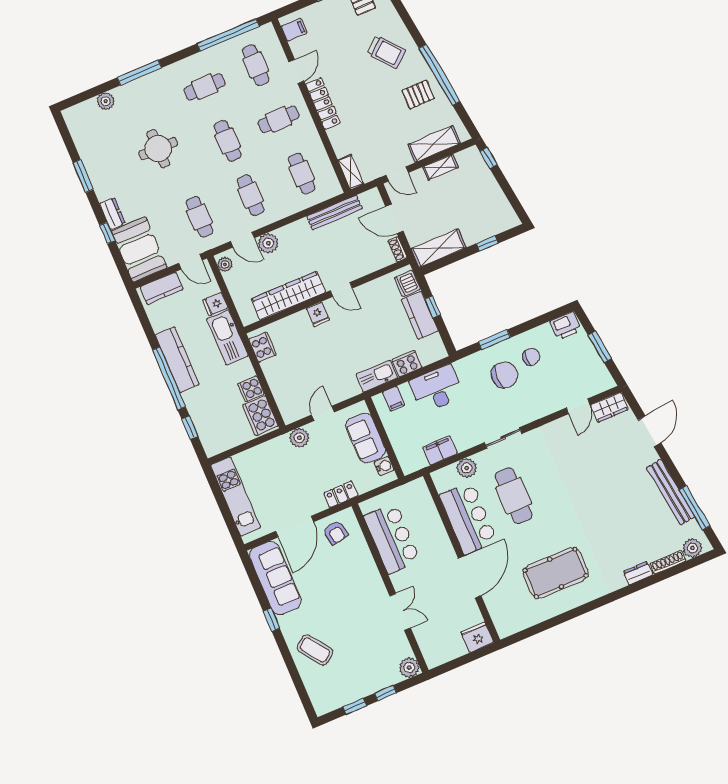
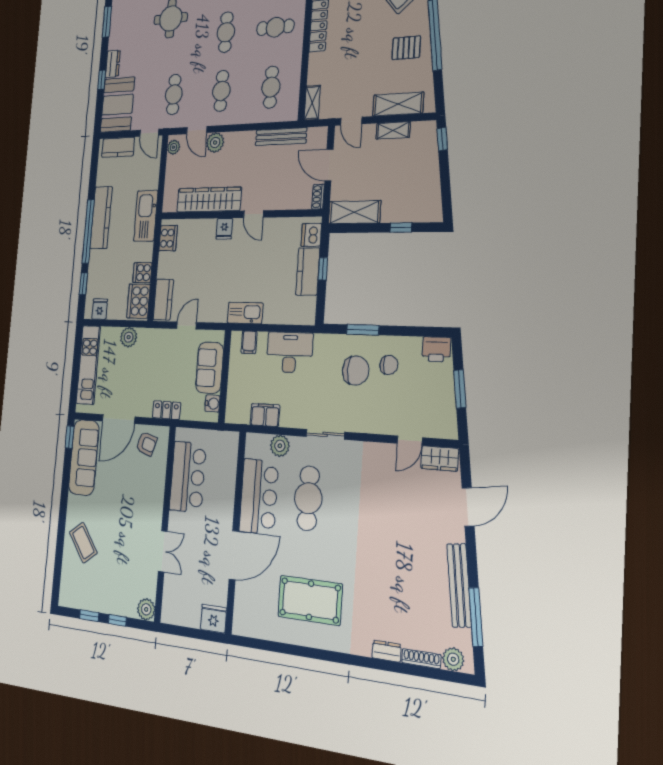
fridge: (215, 304) -> (100, 309), moved, turned 90
cooker: (407, 364) -> (275, 314), removed
kitchen counter: (286, 402) -> (163, 300), added
plant: (299, 438) -> (129, 337), moved
armchair: (335, 532) -> (147, 444), turned -62
window: (271, 620) -> (70, 437), moved

